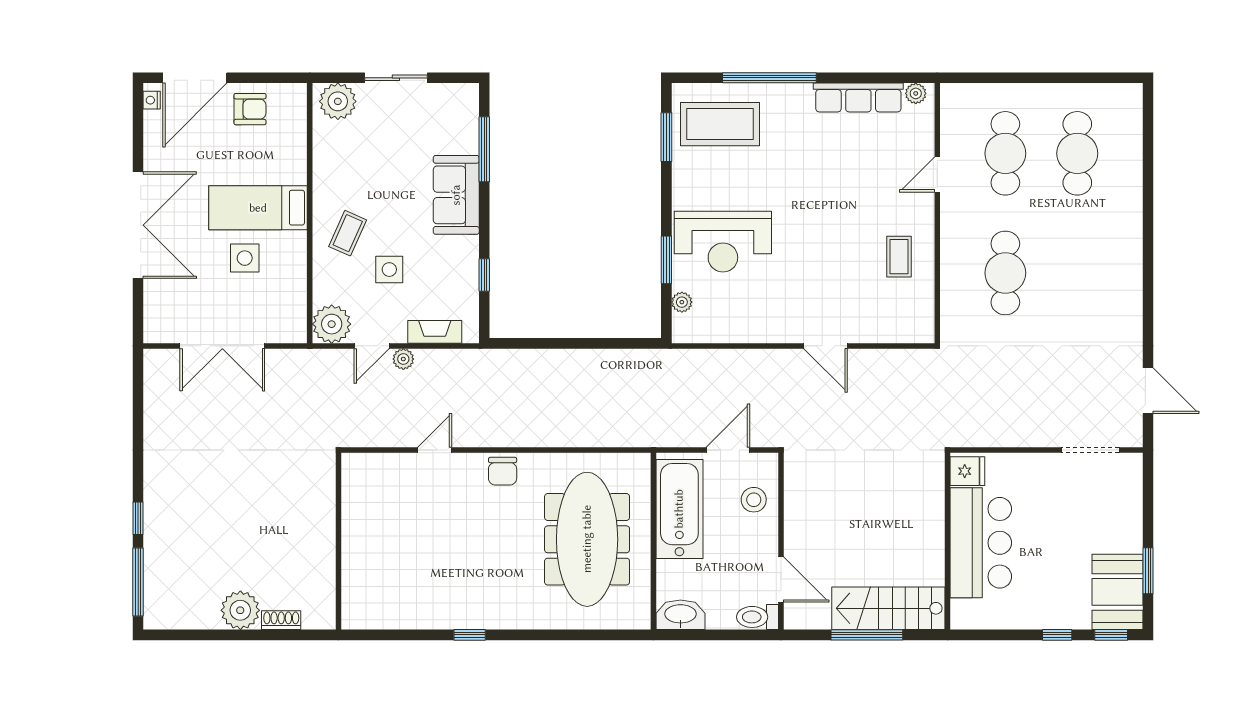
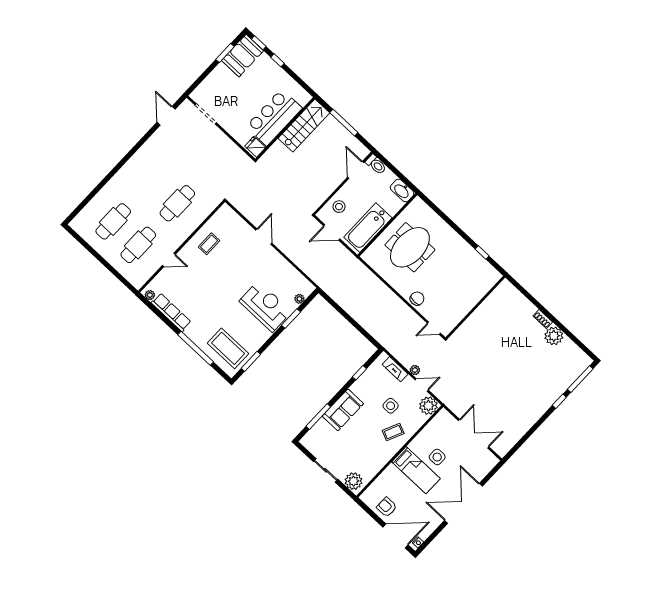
meeting table: (587, 539) -> (410, 247), width x0.73
wall: (338, 541) -> (475, 307), moved
stairs: (888, 608) -> (304, 126), moved, turned -90

